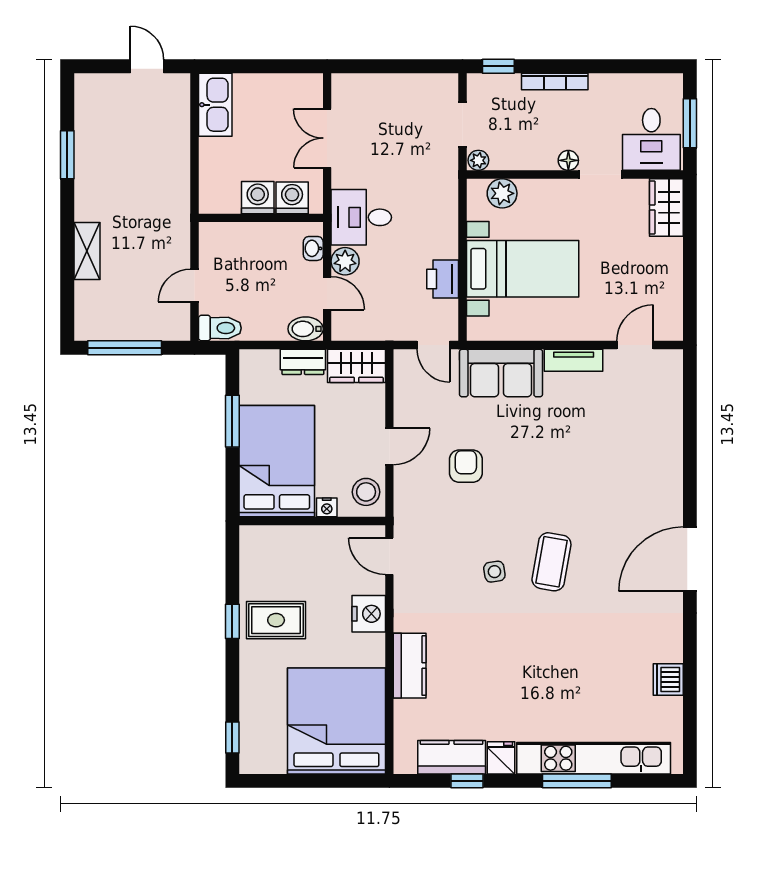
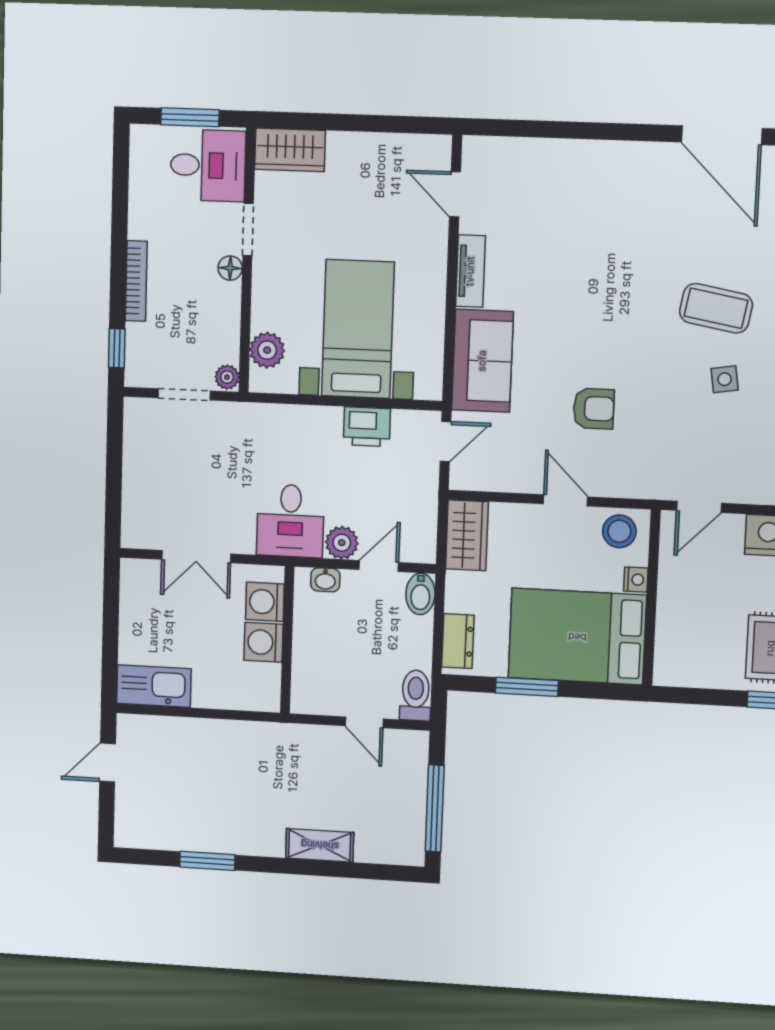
dresser: (303, 362) -> (458, 641), moved
armchair: (466, 466) -> (594, 409), turned 180

